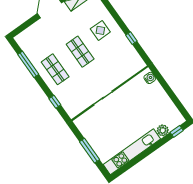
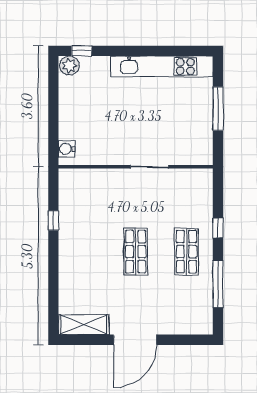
display table: (100, 30) -> (88, 261), removed
window: (55, 102) -> (218, 228), moved
plant: (163, 130) -> (69, 66), moved

